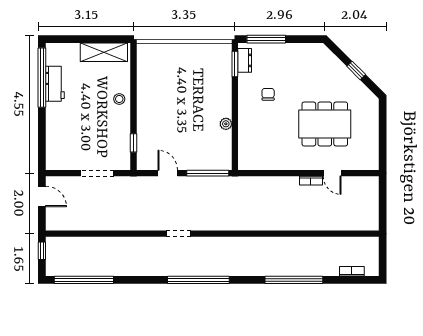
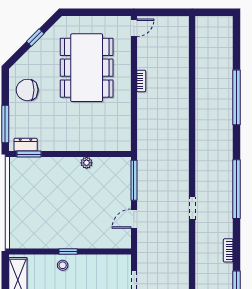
chair: (268, 94) -> (27, 90), moved, width x1.87, depth x1.87
dining table: (325, 124) -> (87, 68), width x1.36, depth x1.24
window: (134, 143) -> (68, 252), moved
door: (332, 173) -> (134, 28), moved
bookcase: (352, 271) -> (228, 250), moved

